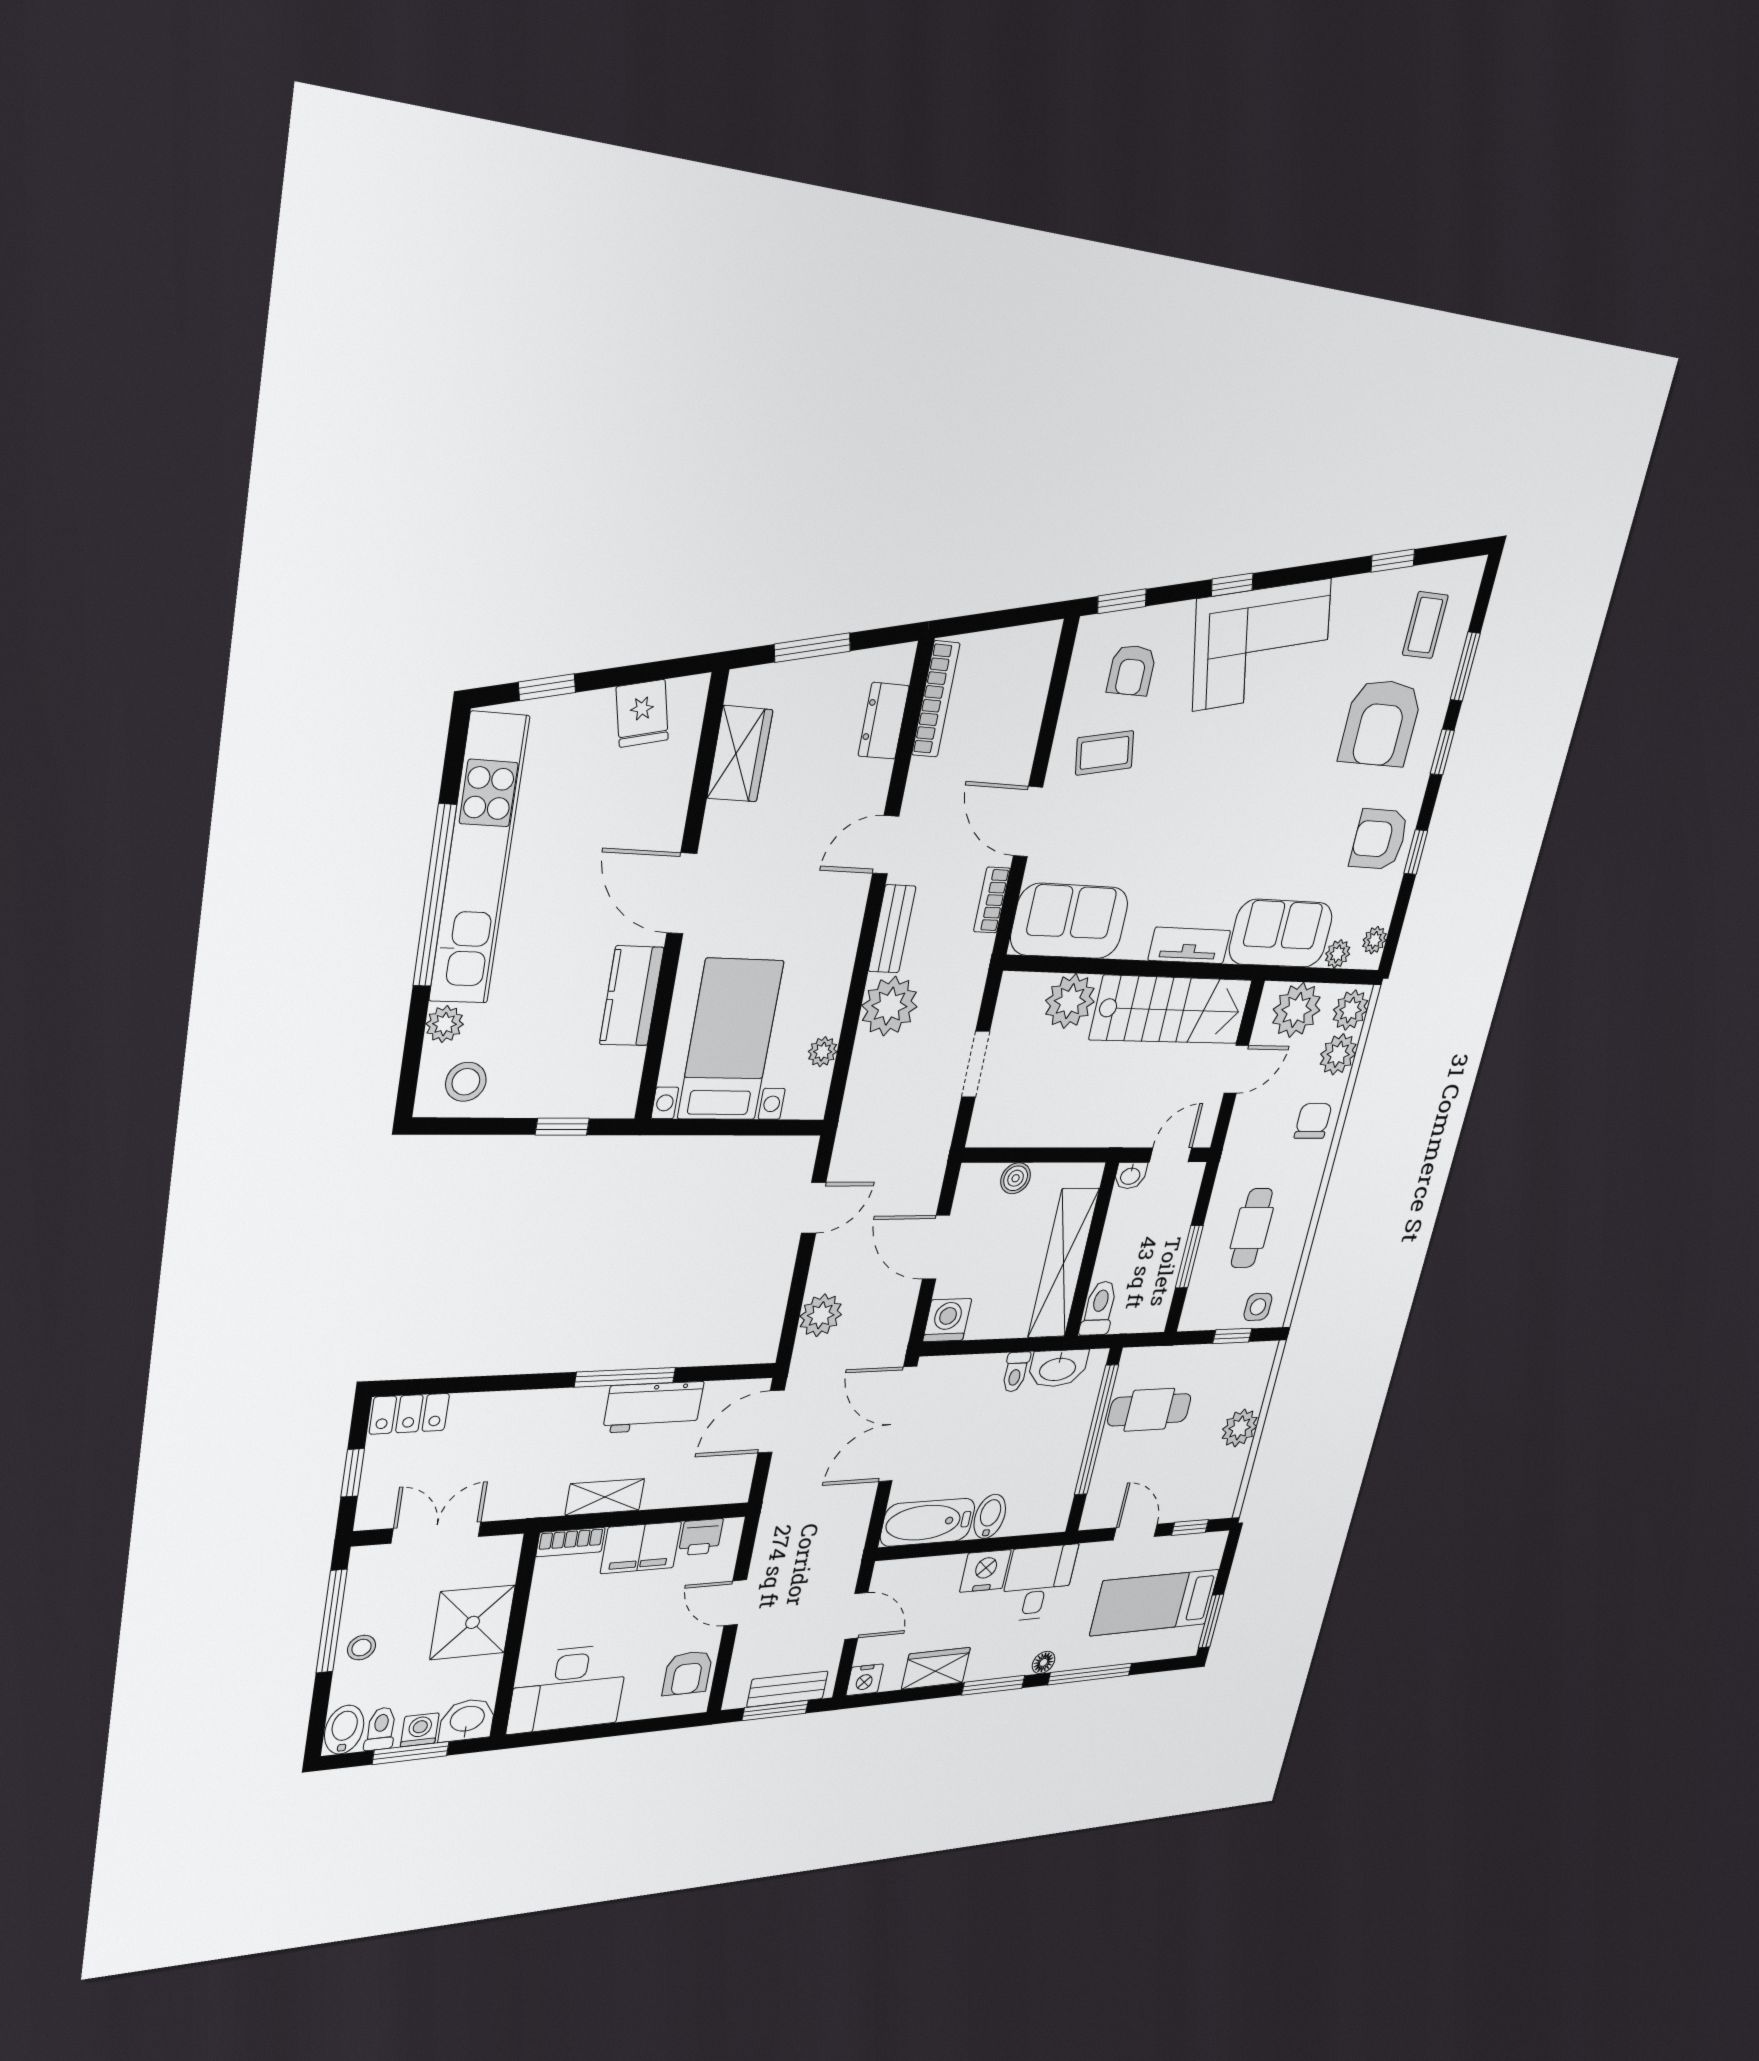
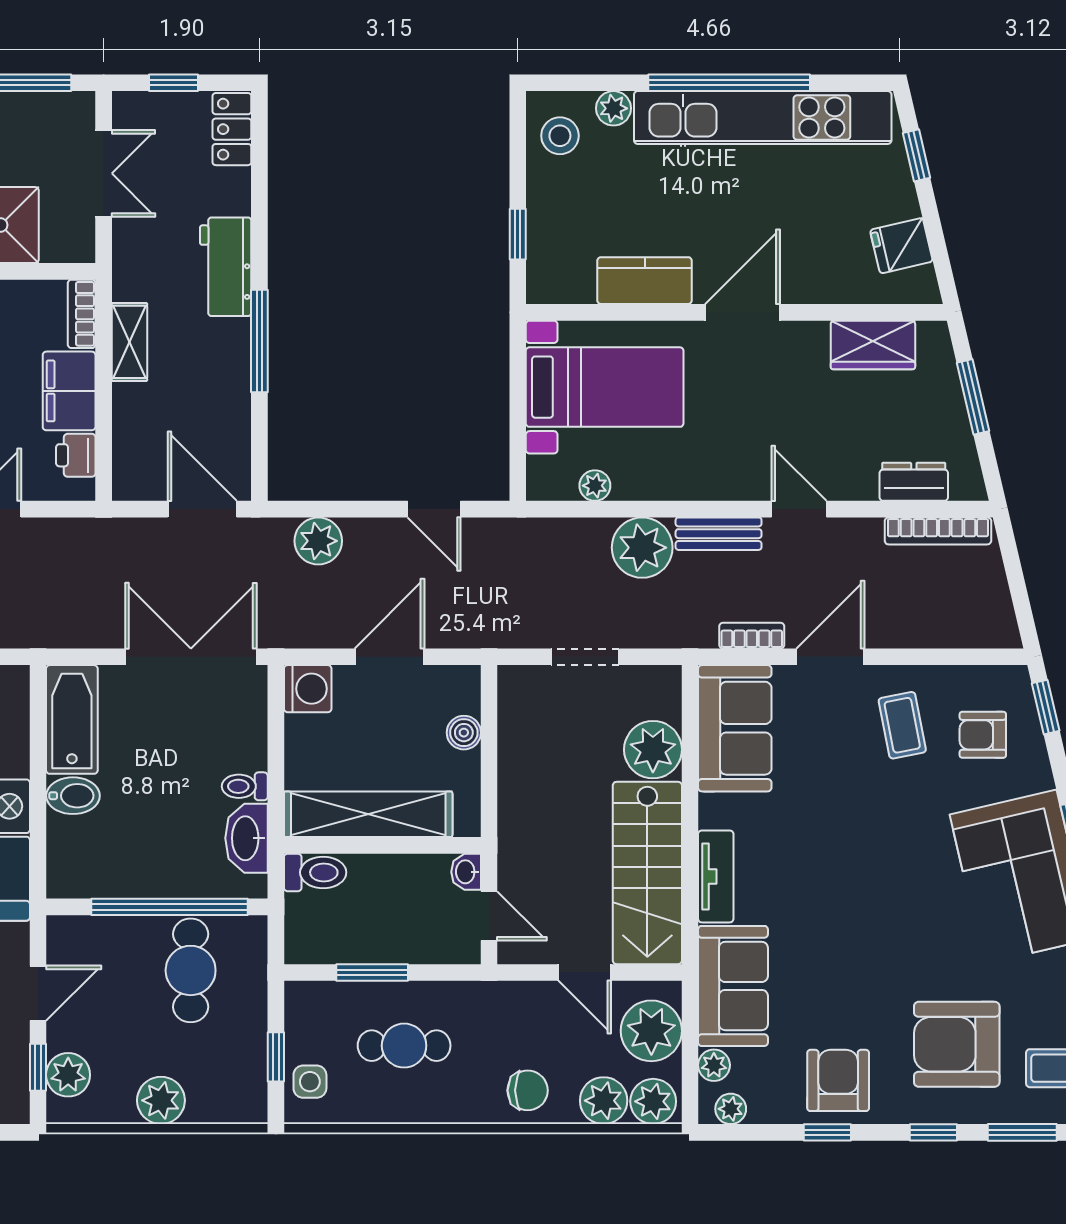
workbench: (654, 1407) -> (226, 267), moved
plant: (1202, 1503) -> (68, 1075), added

